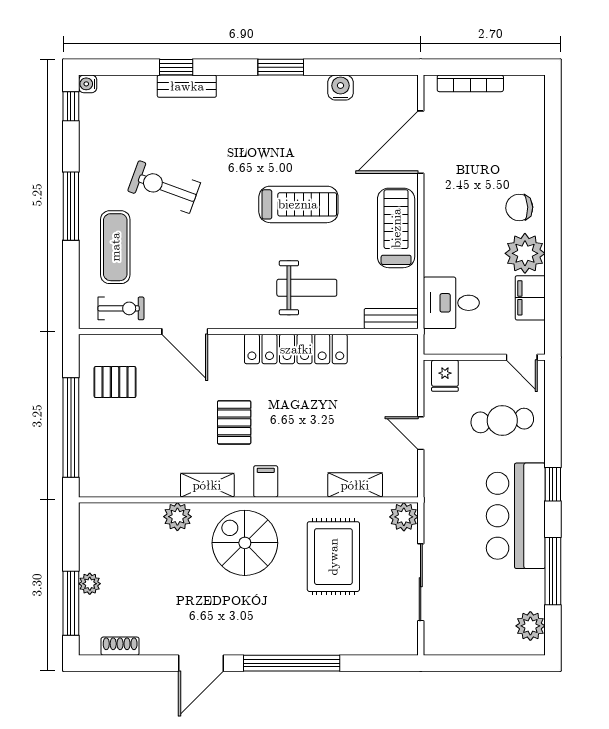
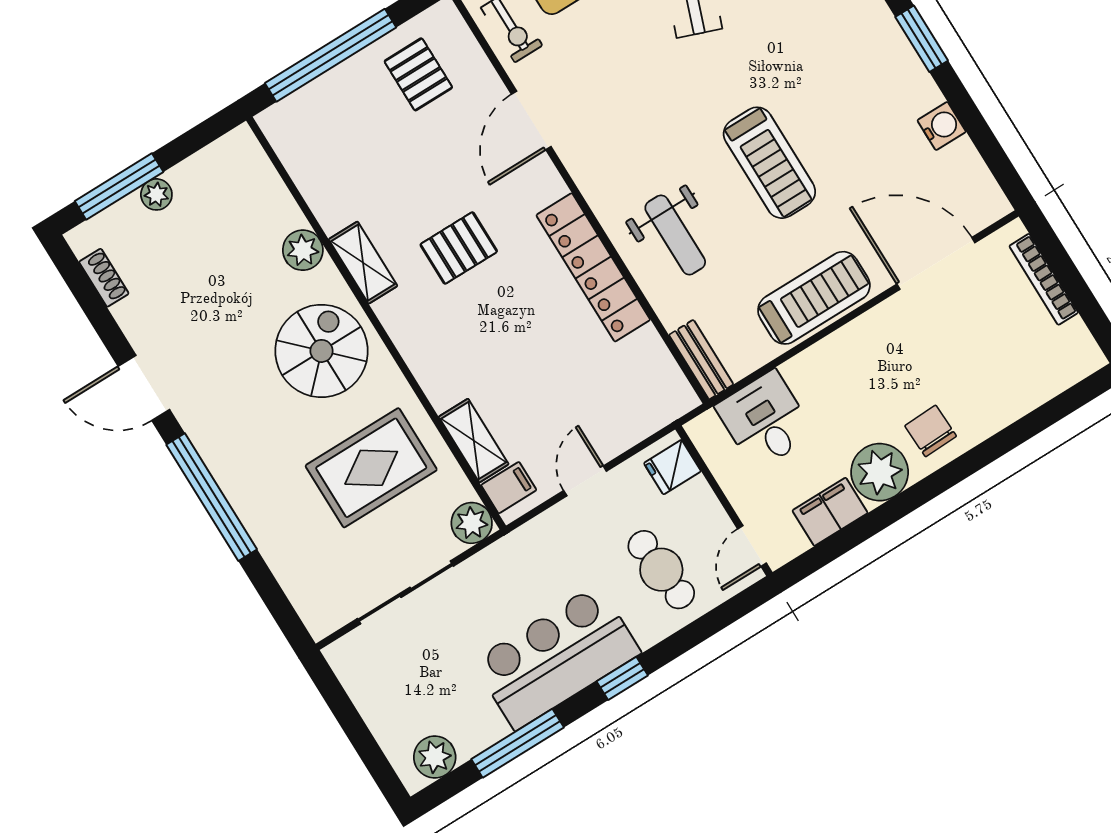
filing cabinet: (266, 481) -> (509, 488), moved

